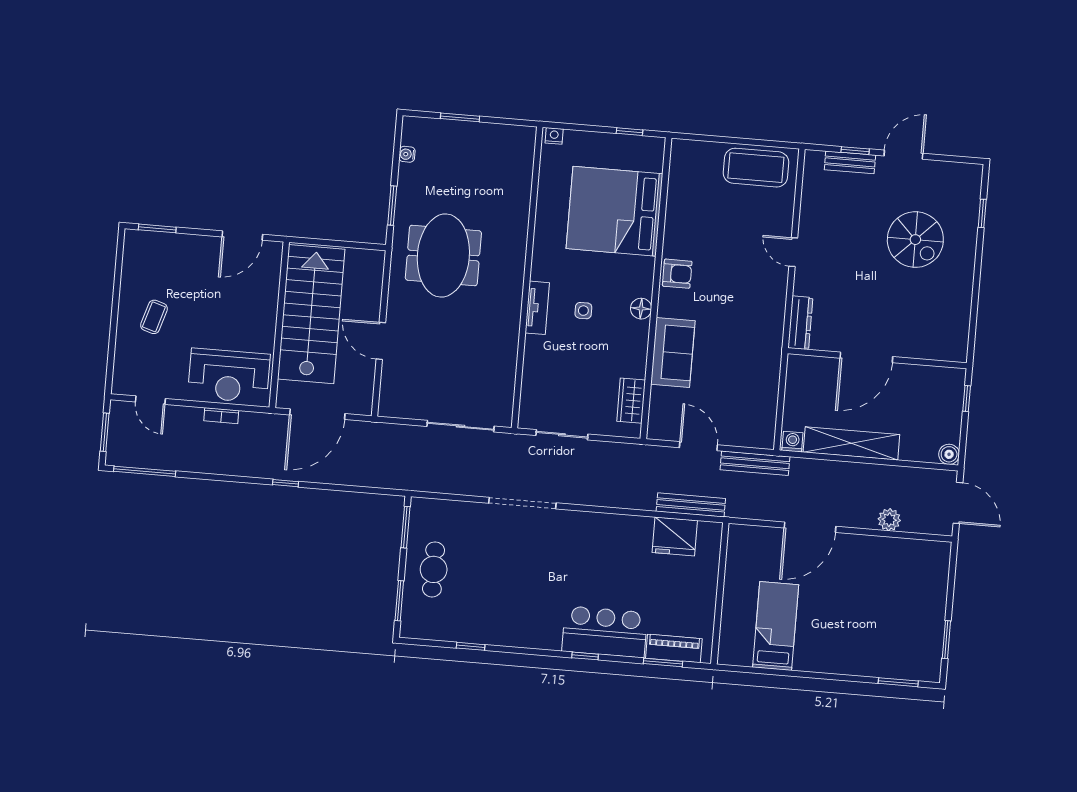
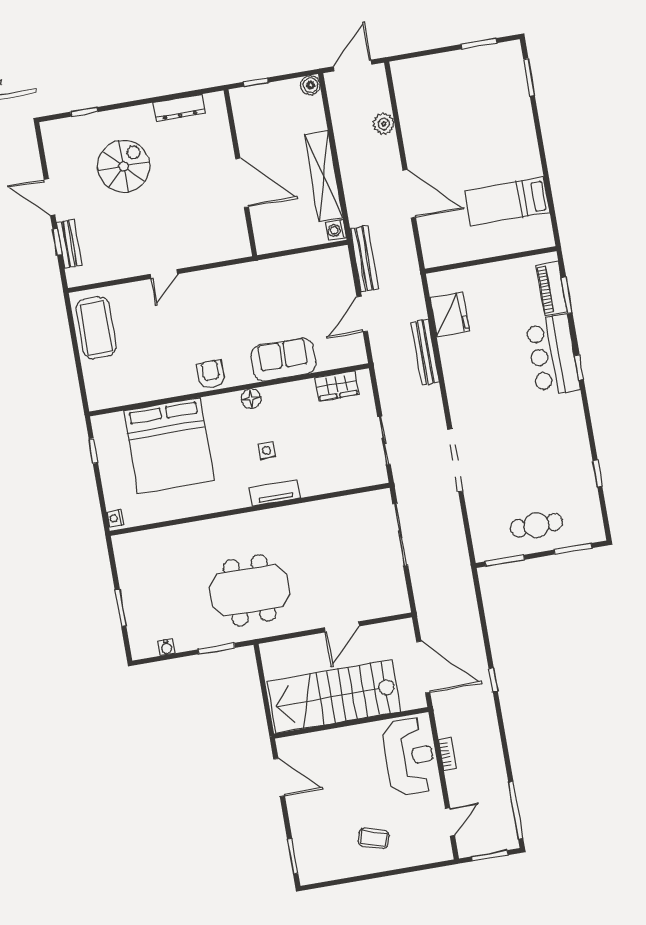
dresser: (800, 323) -> (179, 108), moved, turned 180
bench: (691, 505) -> (425, 352), moved

